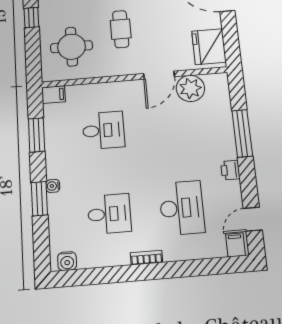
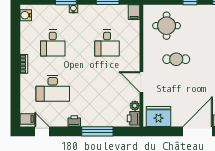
printer: (216, 82) -> (133, 118), added
plant: (190, 88) -> (135, 106), width x0.53, depth x0.53

